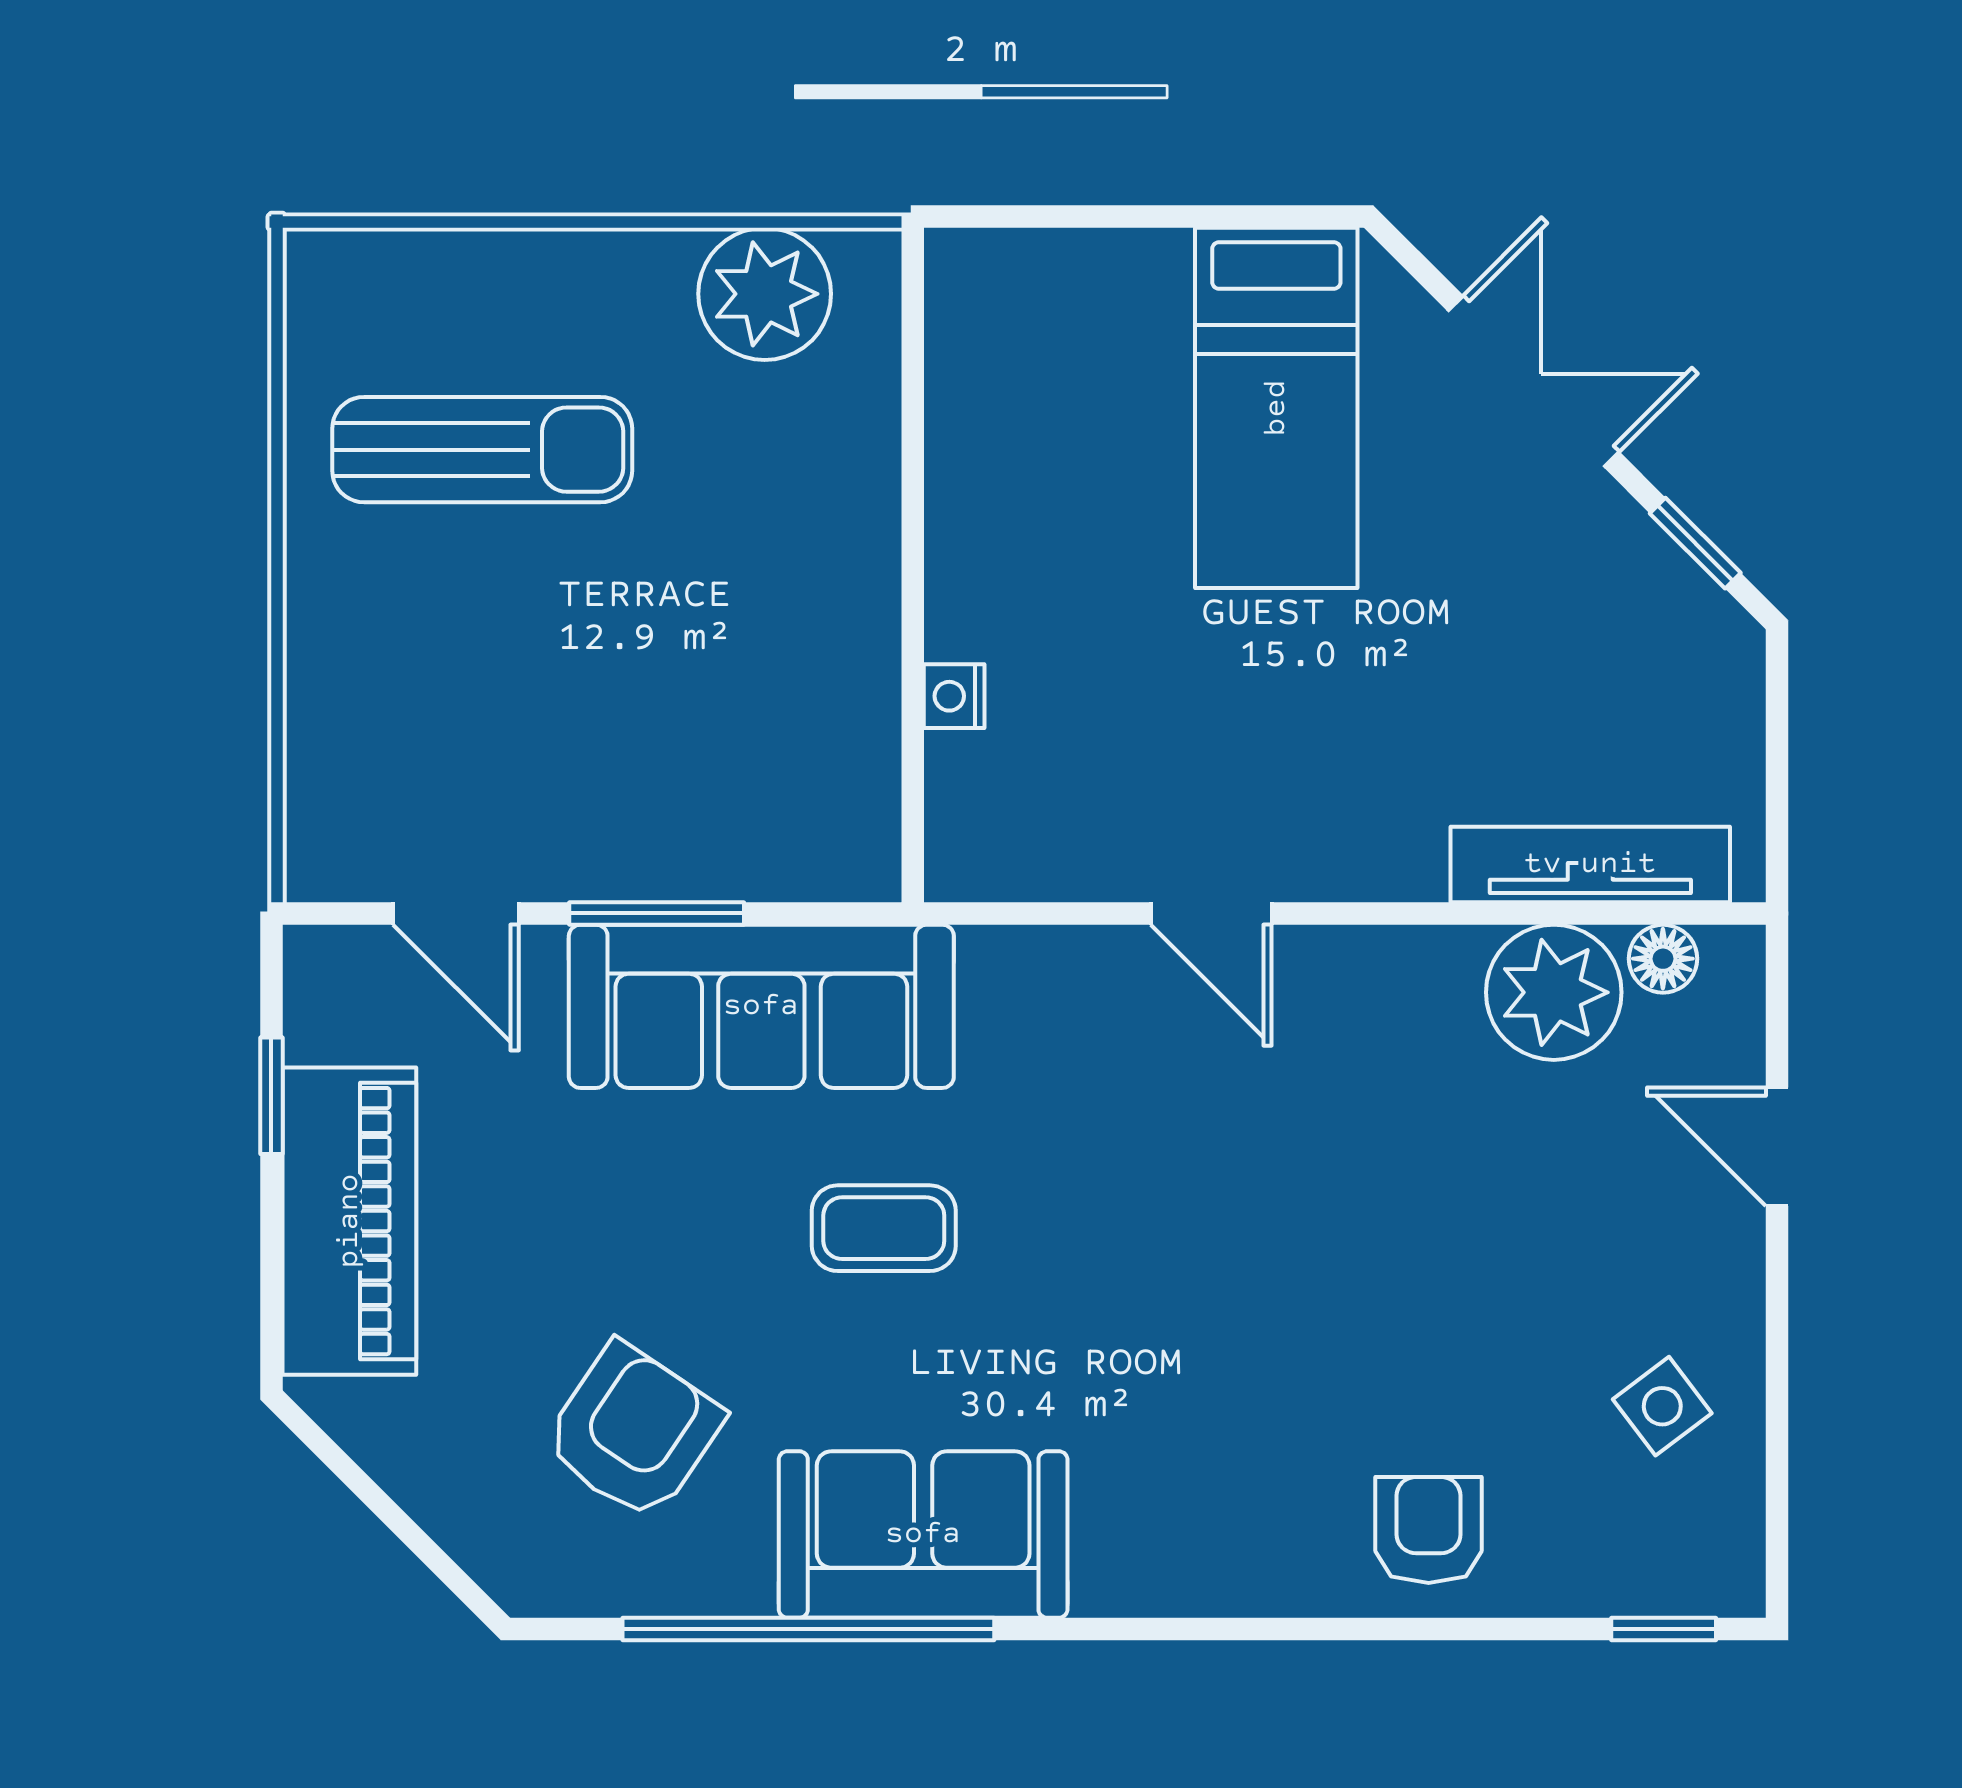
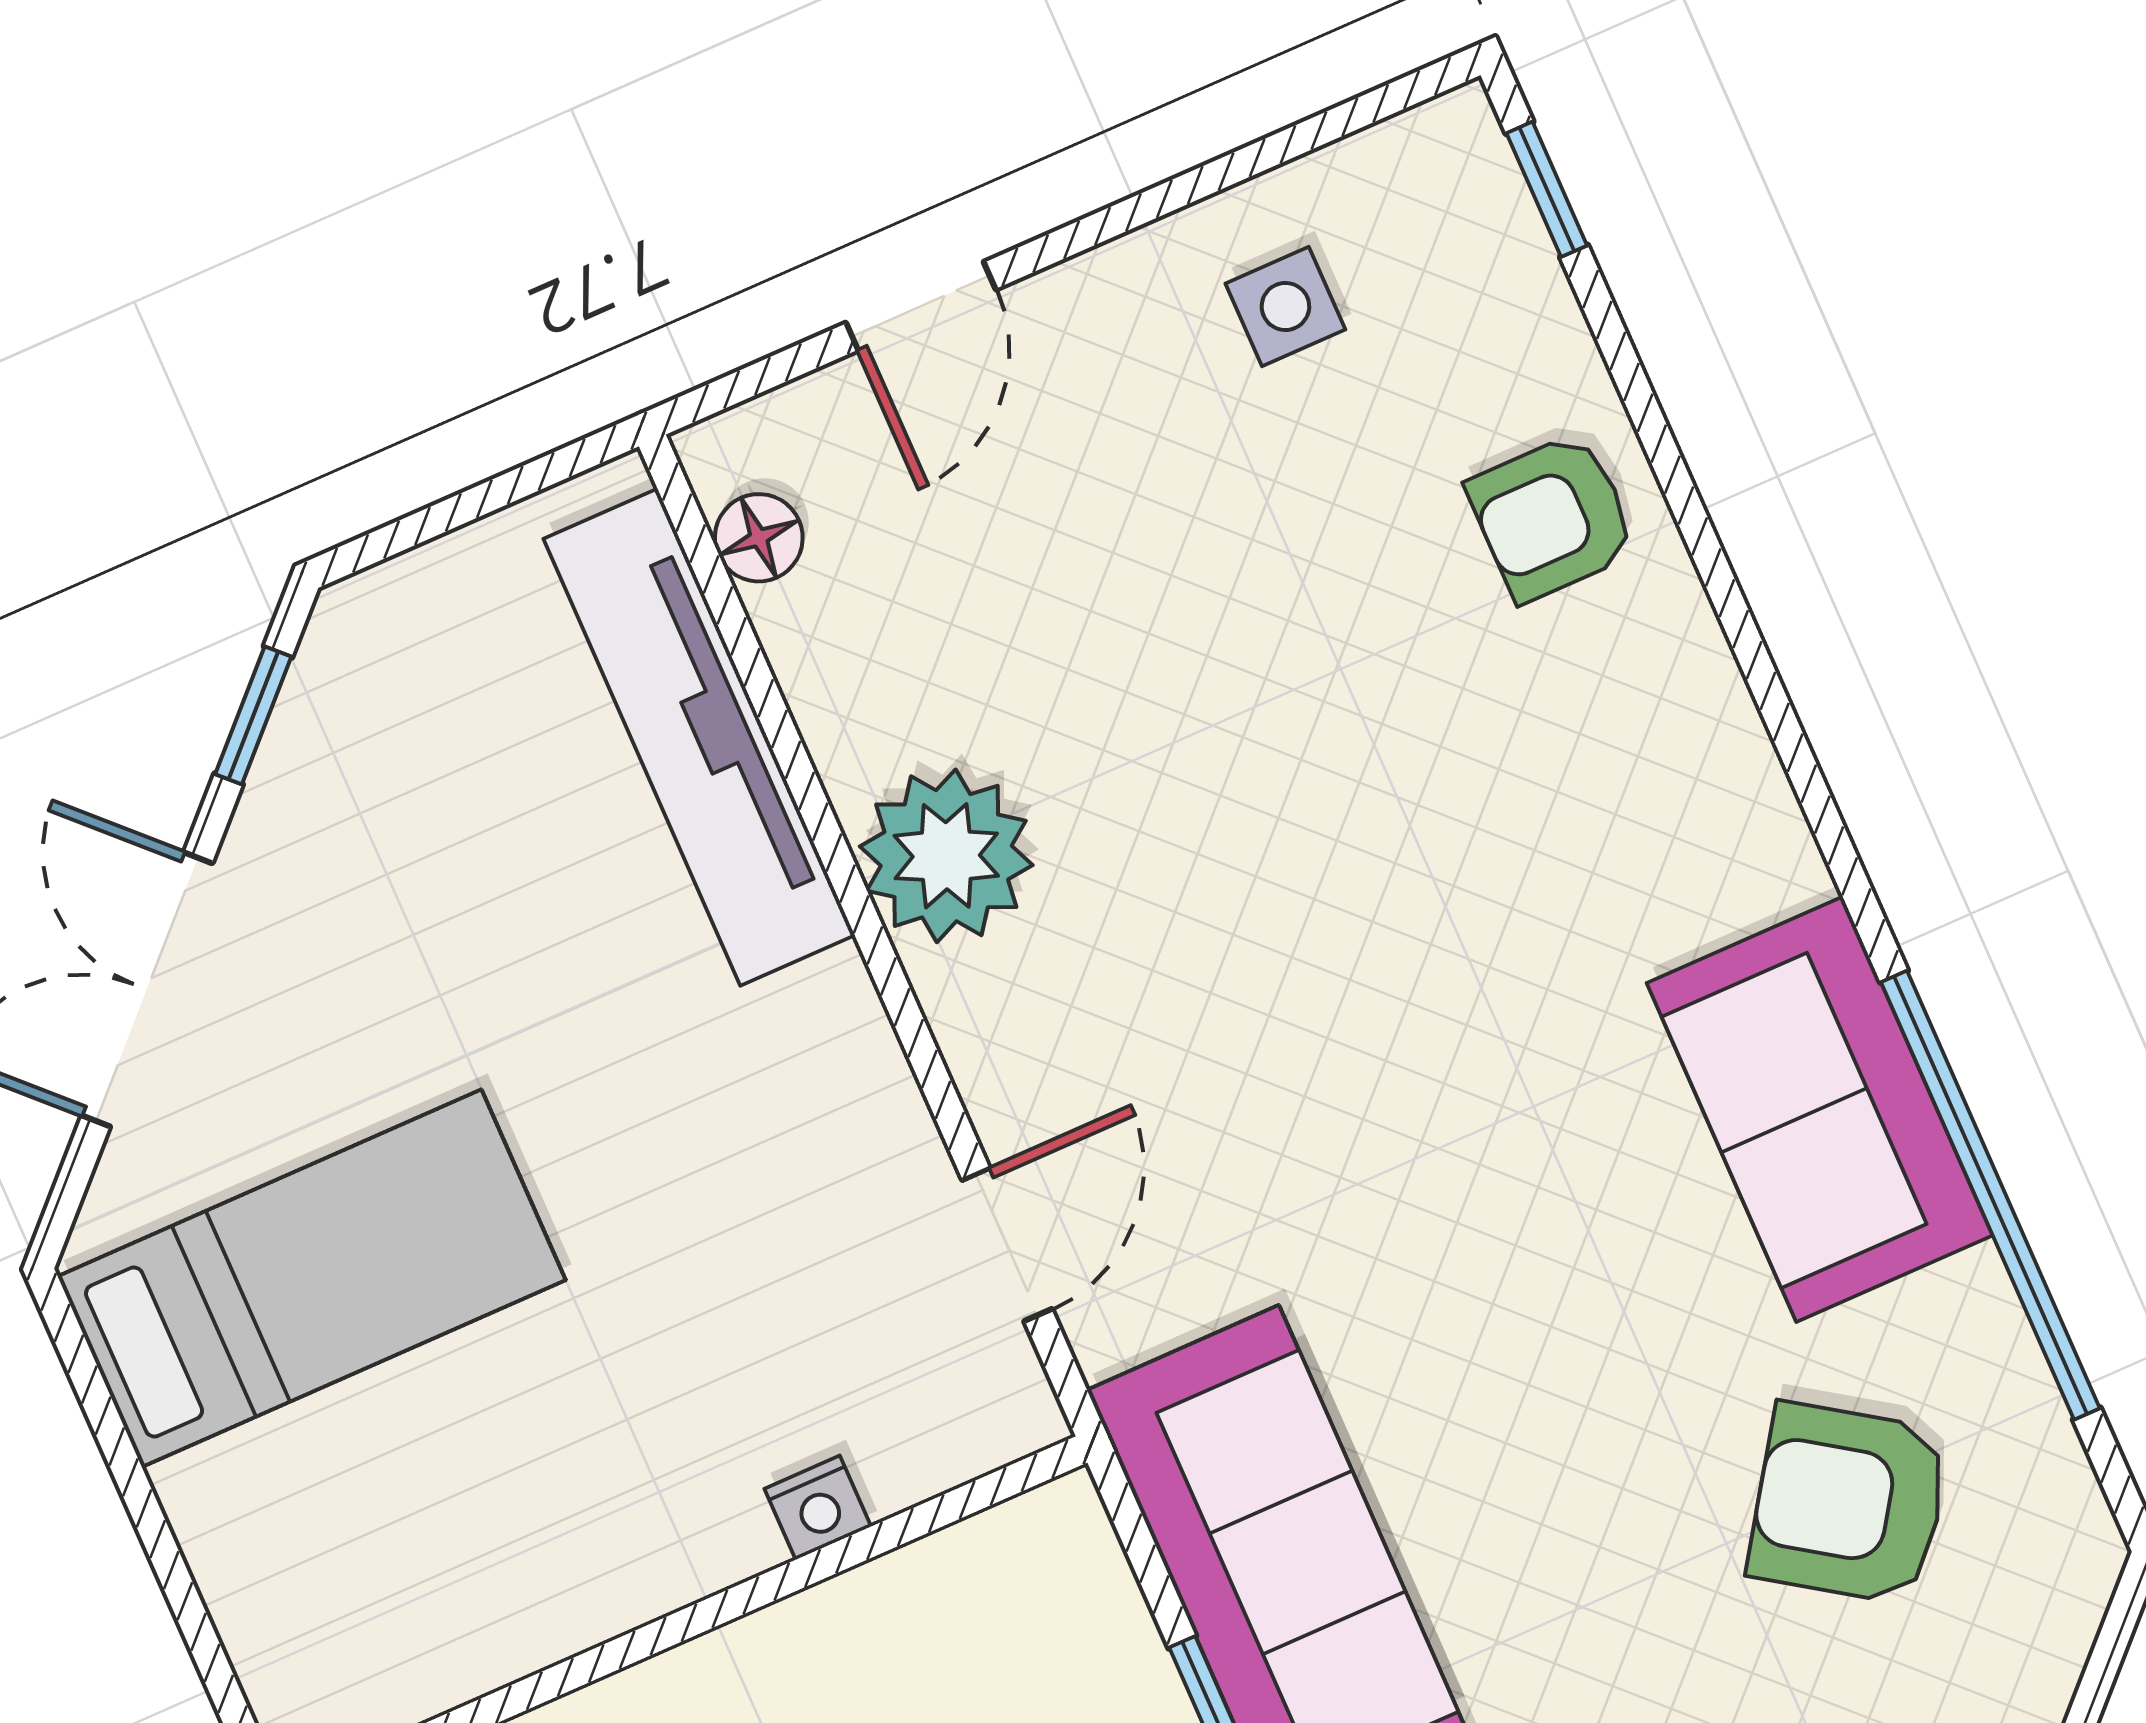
tv unit: (1590, 864) -> (699, 737), width x1.36, depth x1.29
door: (1211, 913) -> (1007, 1245), moved
plant: (1554, 992) -> (946, 856), moved
coffee table: (884, 1228) -> (1480, 1314), removed
side table: (1662, 1406) -> (1285, 307), turned 37

